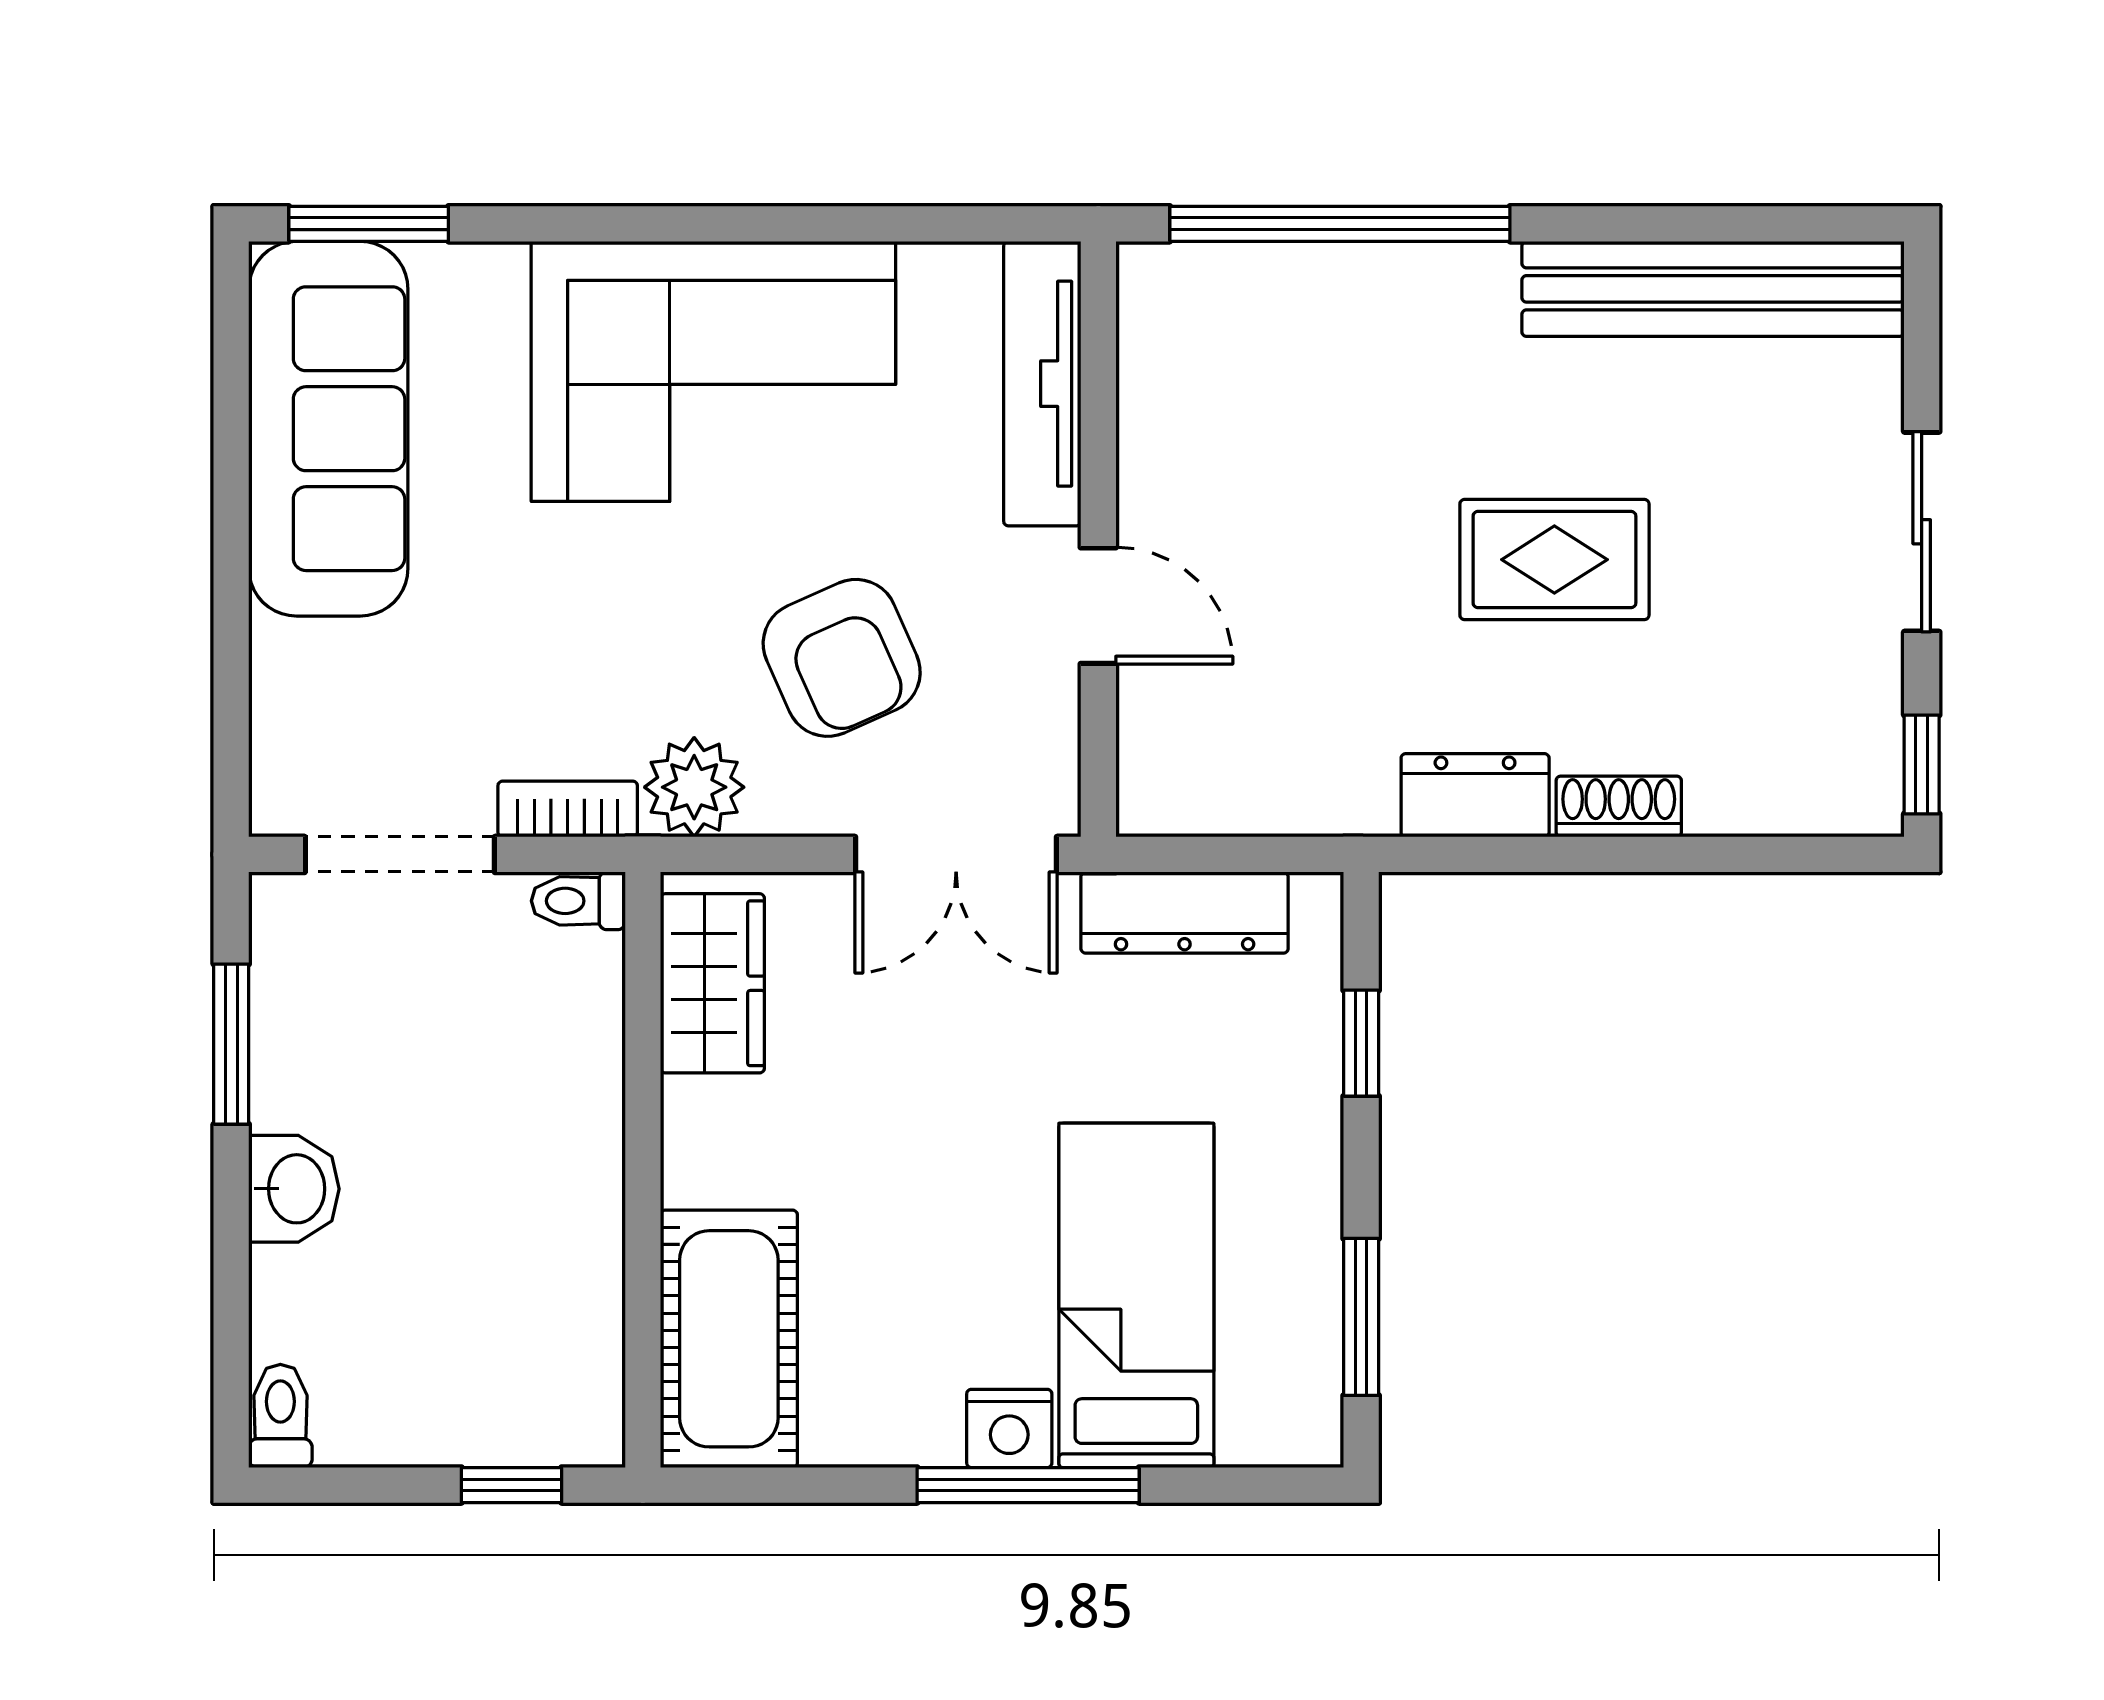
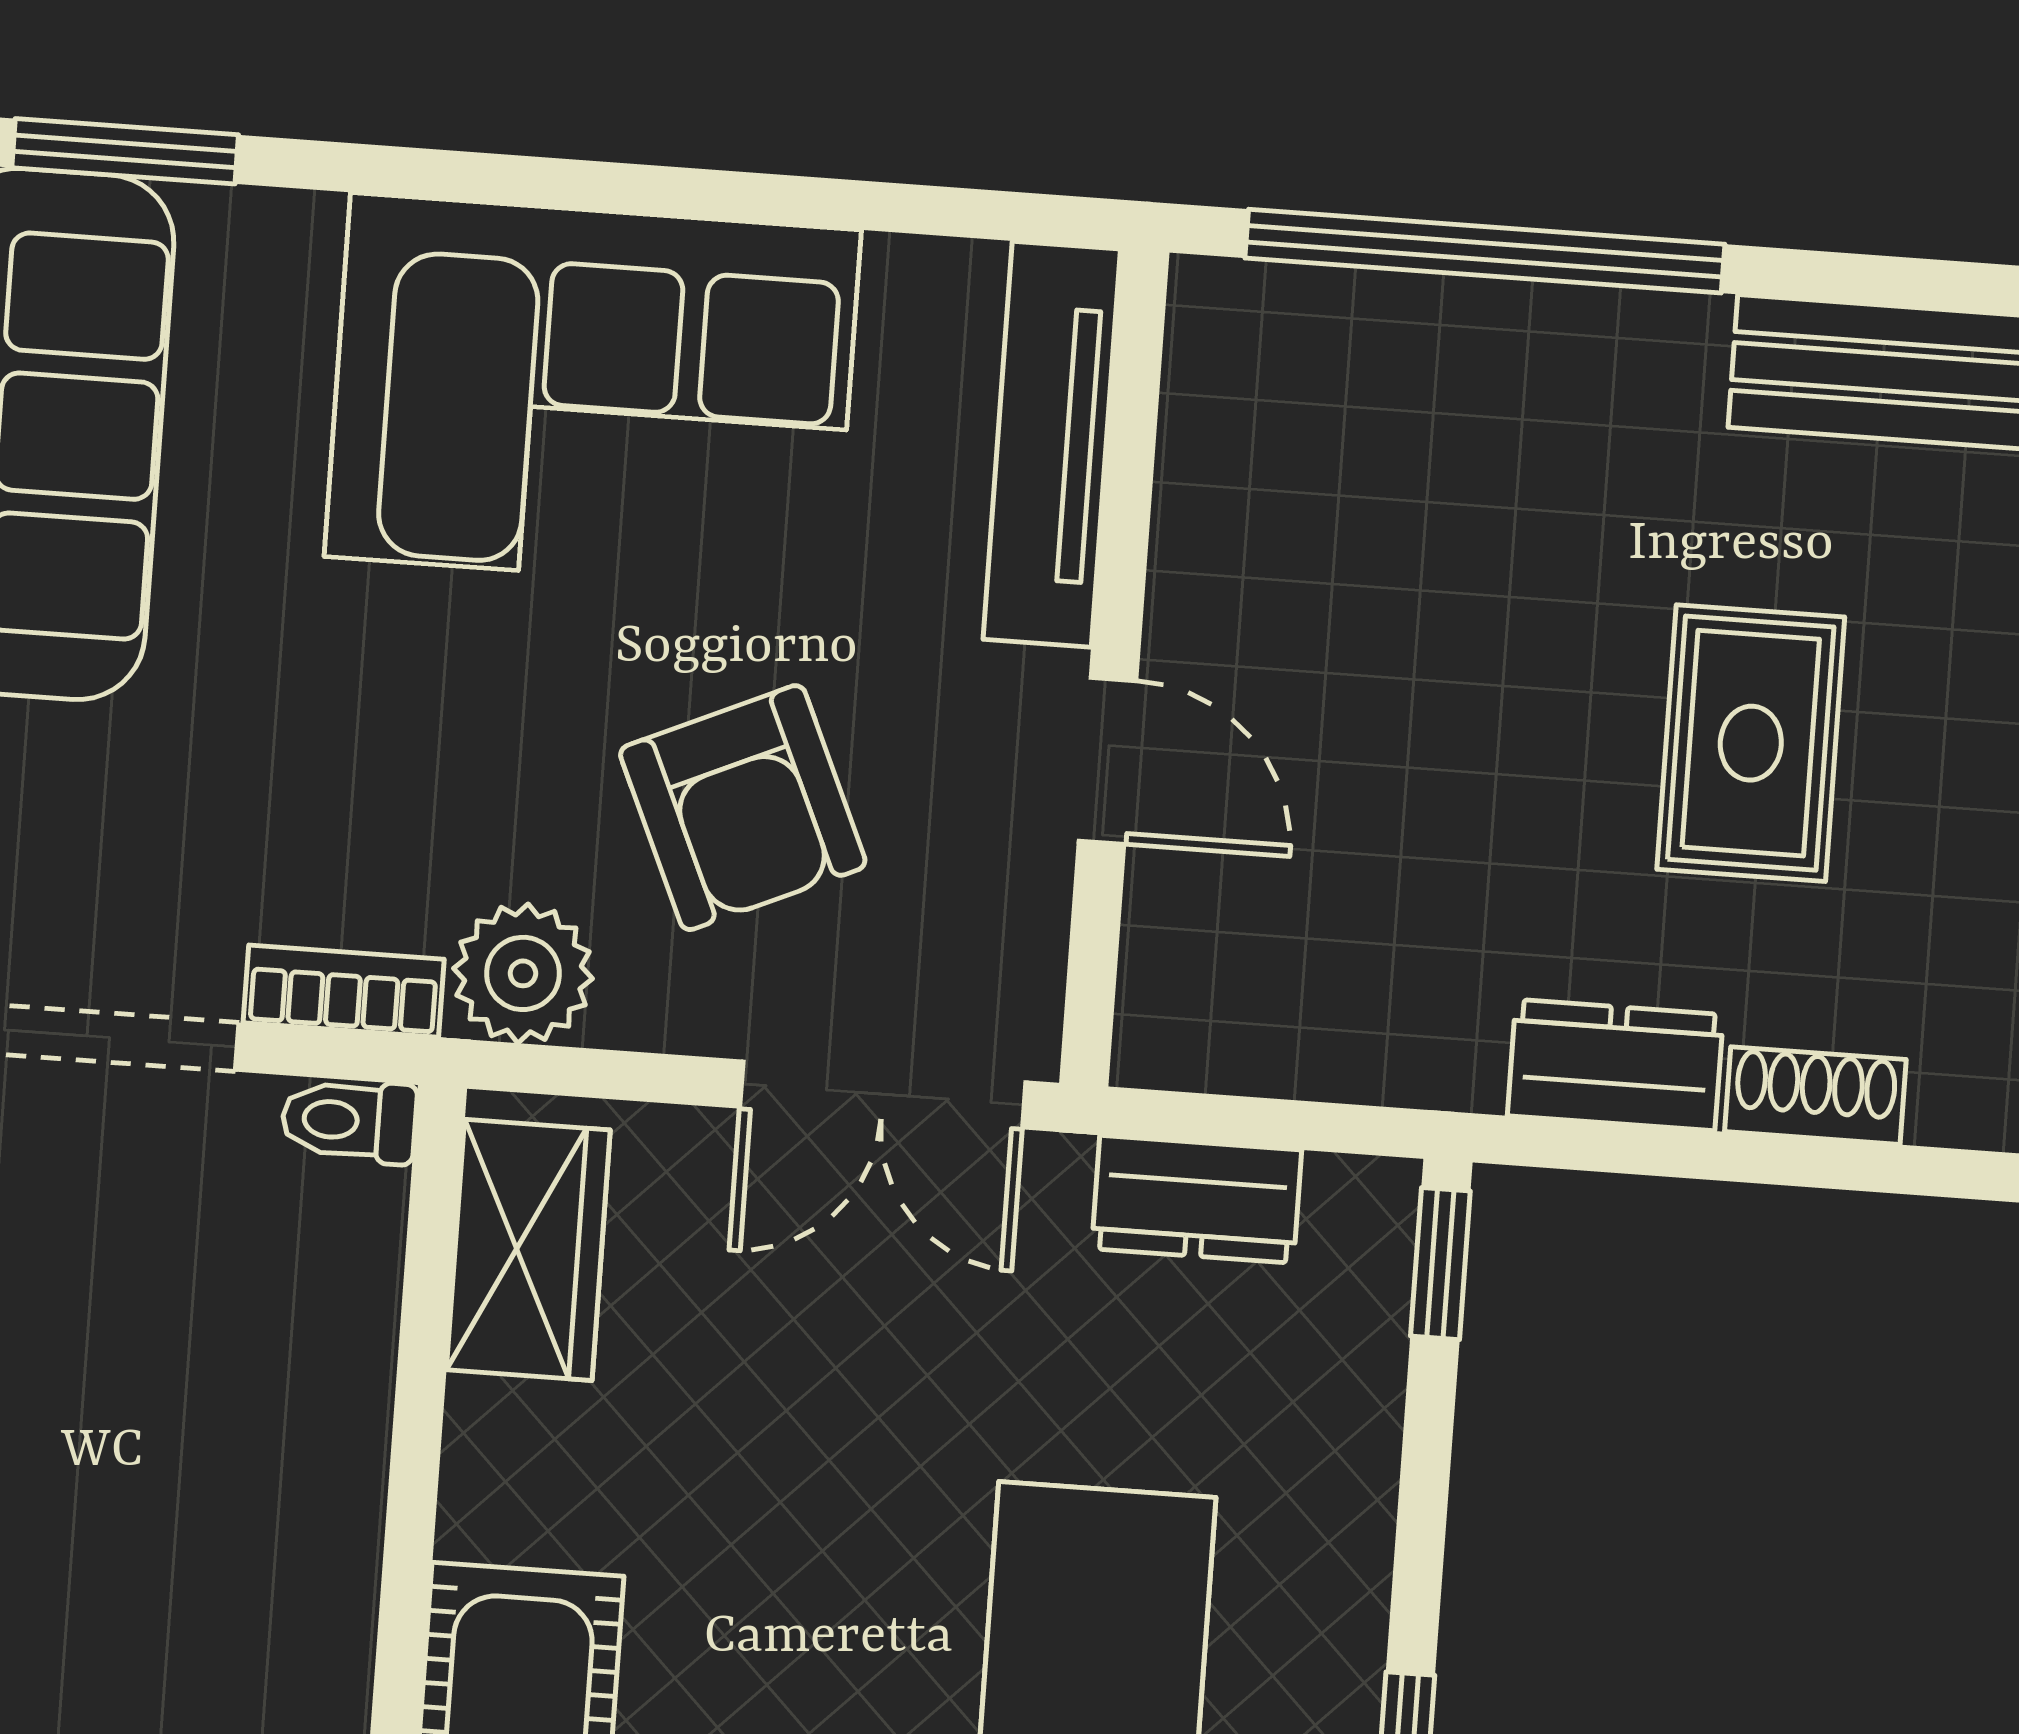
rug: (1554, 560) -> (1751, 743), turned 90
dresser: (1185, 913) -> (1197, 1199), width x0.70
window: (1361, 1043) -> (1440, 1264), moved

